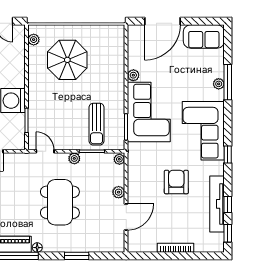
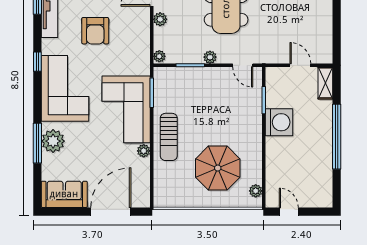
plant: (219, 84) -> (53, 141), width x1.87, depth x1.87
sun lounger: (97, 124) -> (169, 137), moved, turned 180

